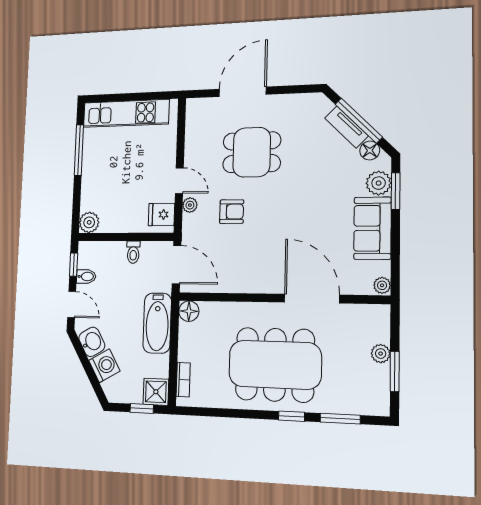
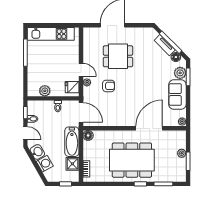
plant: (89, 222) -> (45, 91), moved
door: (312, 299) -> (149, 128), hinge flipped
shower: (156, 392) -> (72, 164), moved

